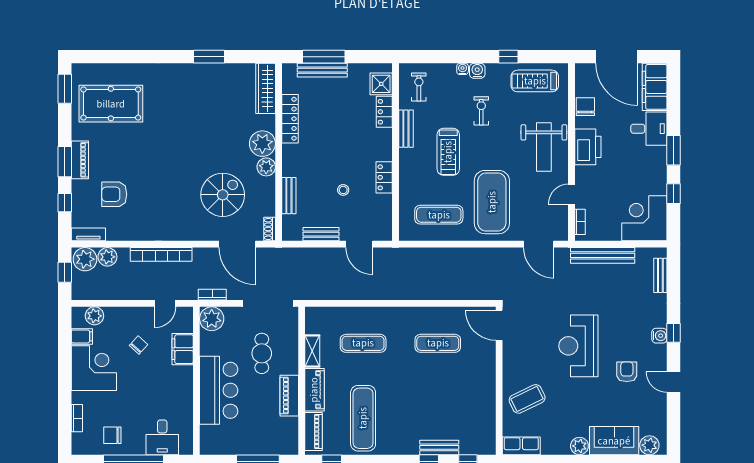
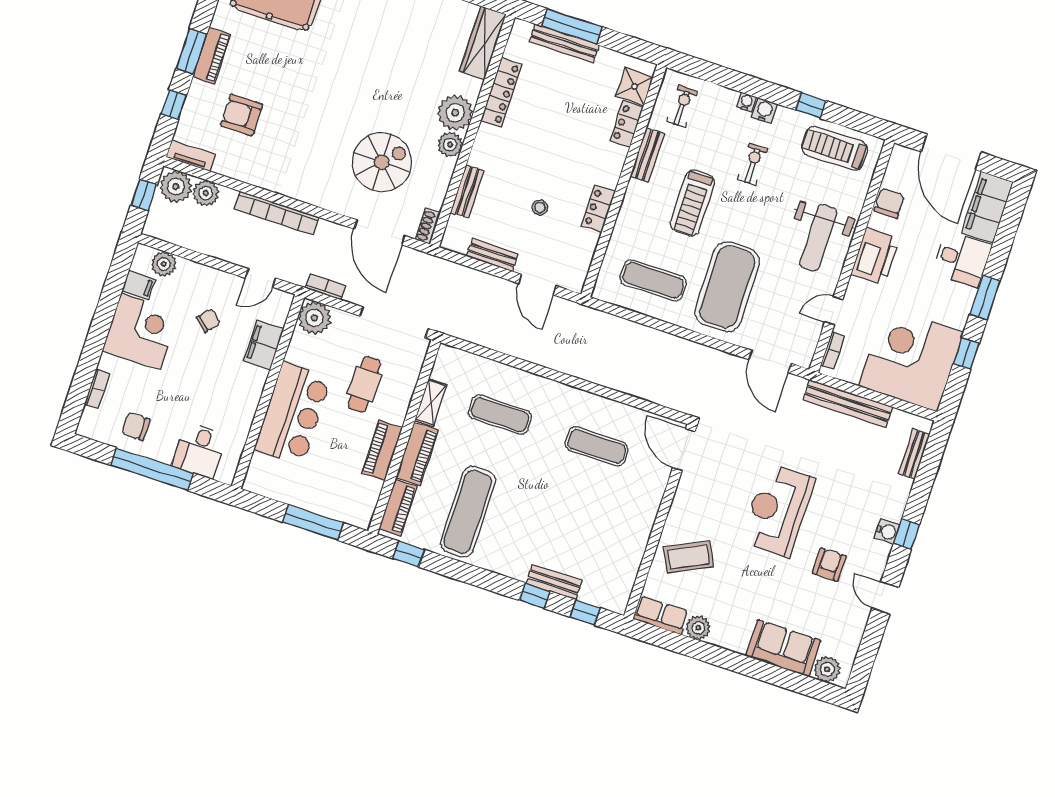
corner desk: (644, 218) -> (911, 359), width x1.36, depth x1.36
plant: (579, 446) -> (698, 628), moved

